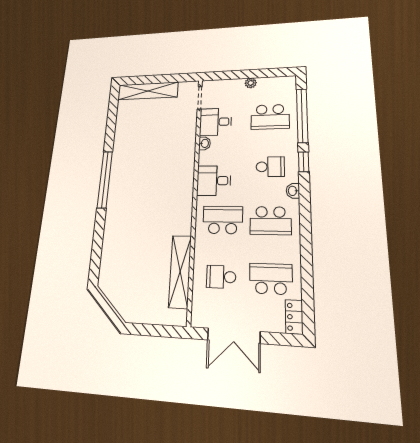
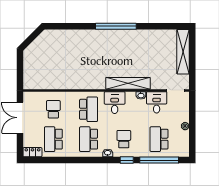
school desk: (270, 167) -> (124, 139), turned 180
shelving: (180, 271) -> (128, 83), moved
school desk: (271, 279) -> (53, 139), turned 180

